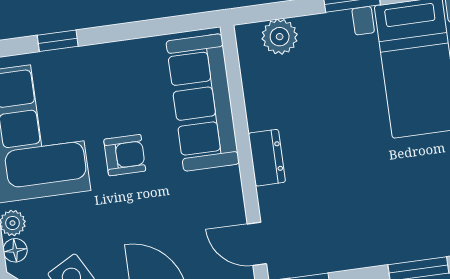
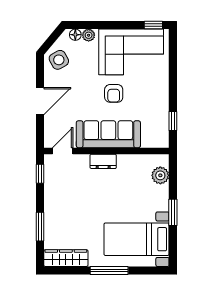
window: (58, 41) -> (173, 121), moved
sofa: (203, 102) -> (108, 134), moved

